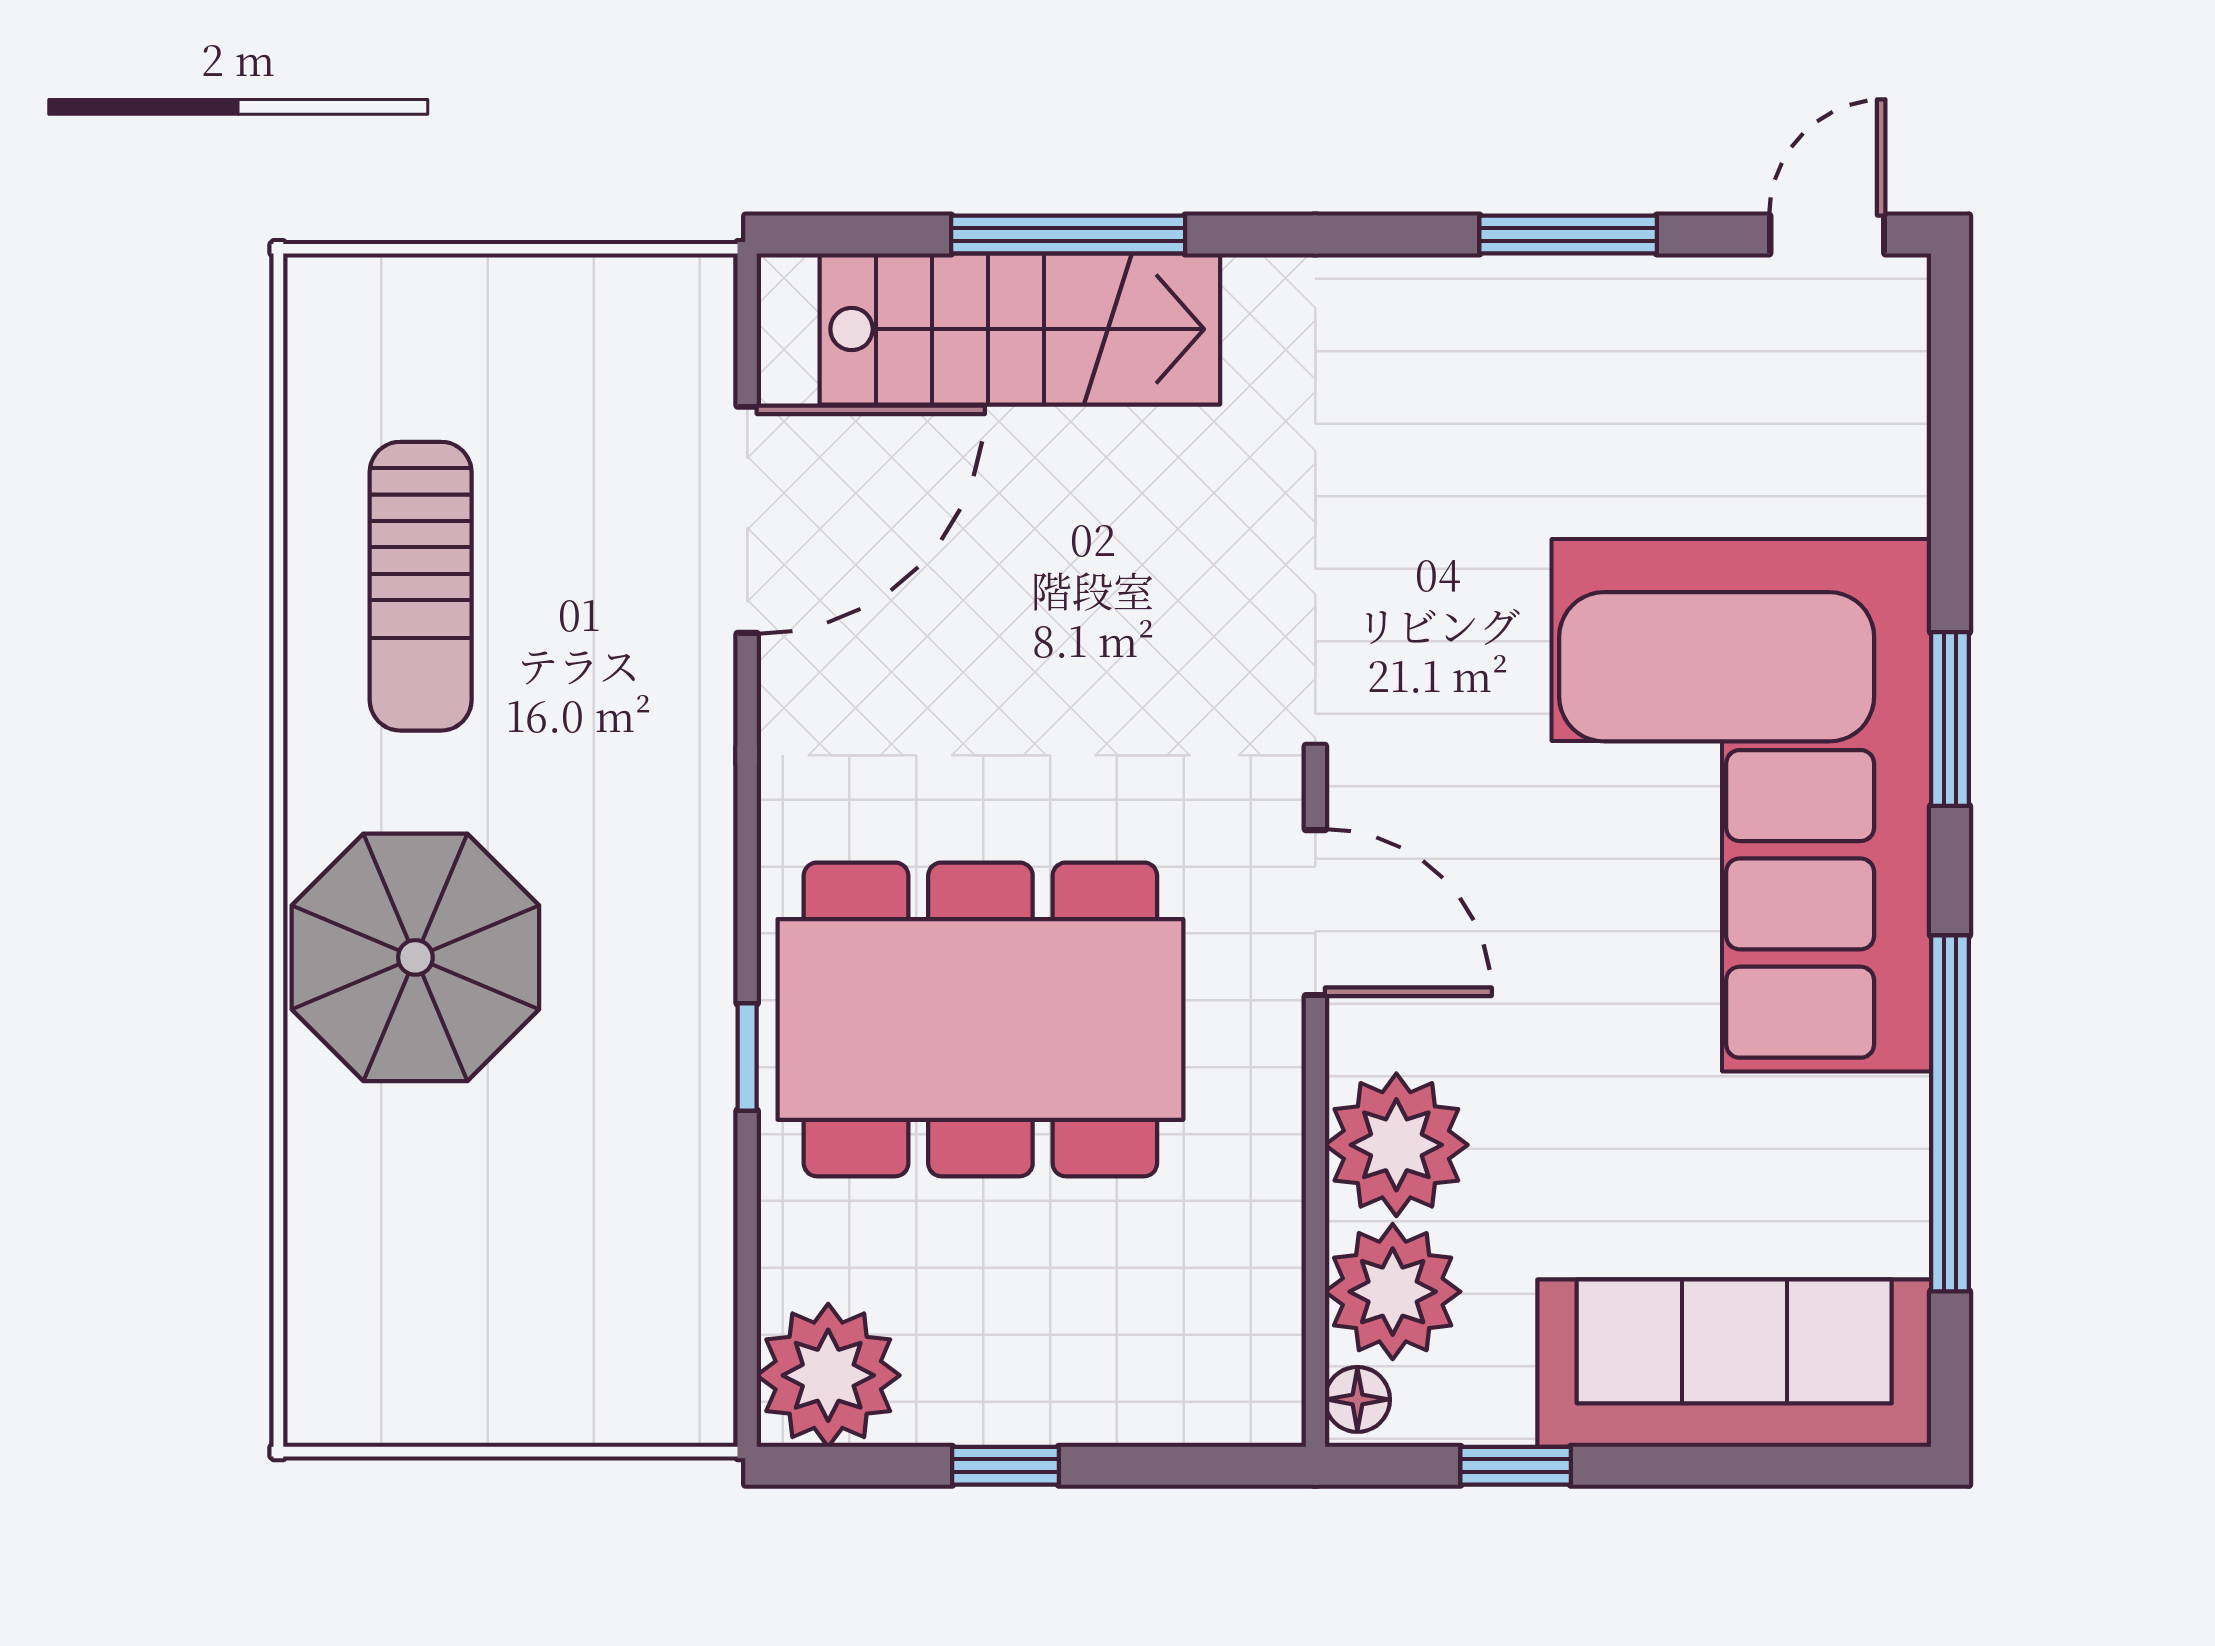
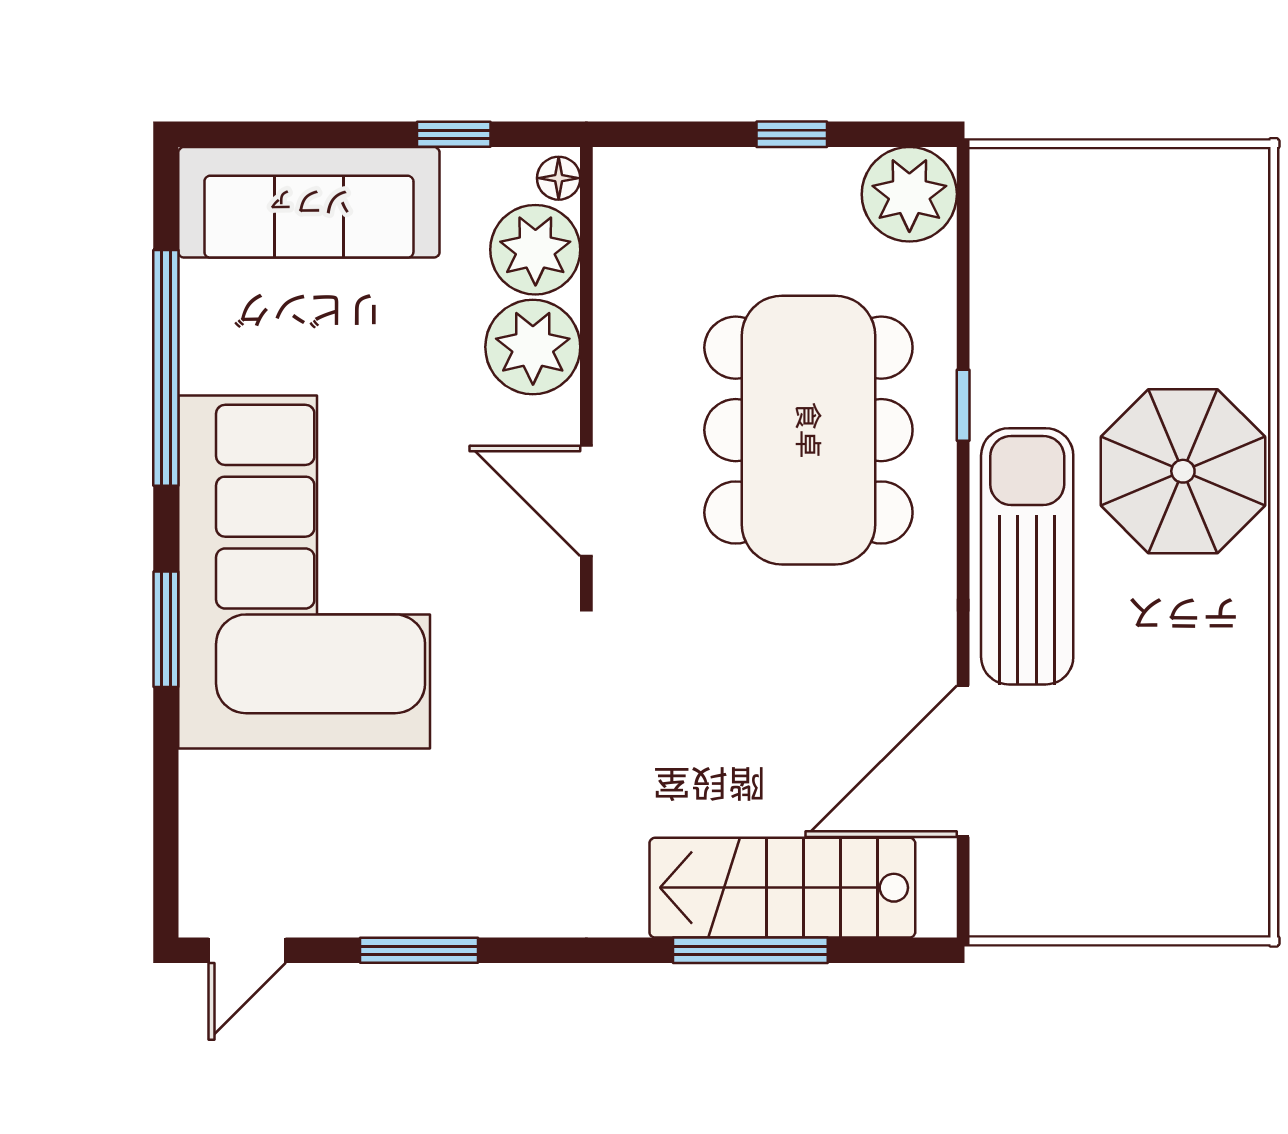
sun lounger: (421, 586) -> (1027, 556), moved, width x1.36, depth x1.34
dining table: (980, 1019) -> (808, 430), turned 90

